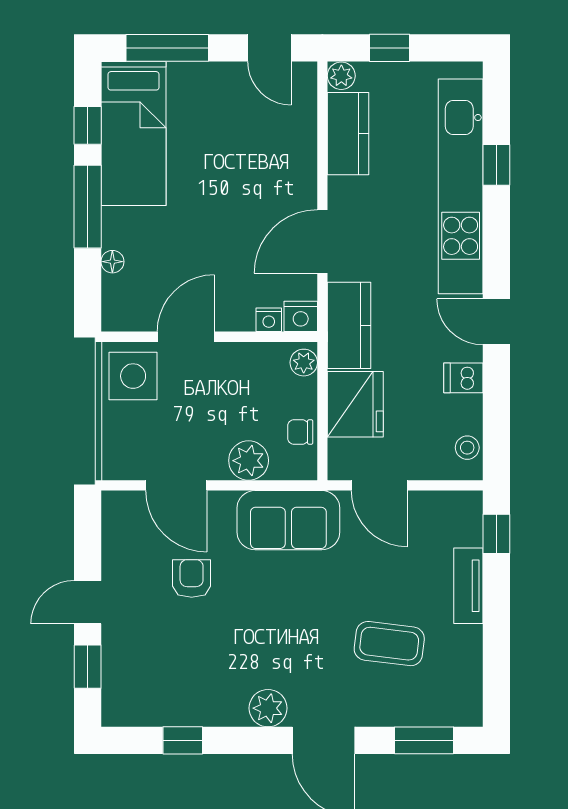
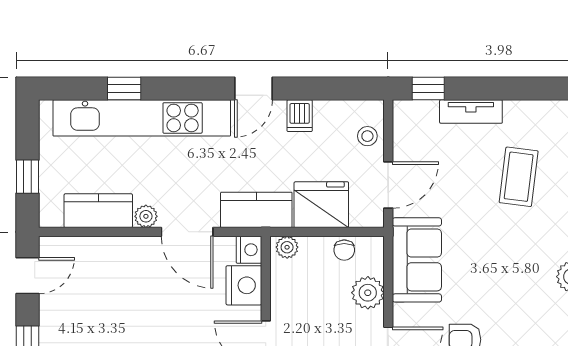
plant: (341, 76) -> (146, 216), moved
nightstand: (269, 320) -> (244, 285), width x1.89, depth x1.79
stool: (467, 448) -> (367, 136), moved

